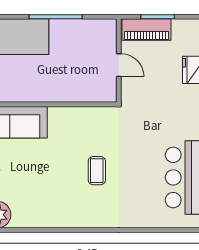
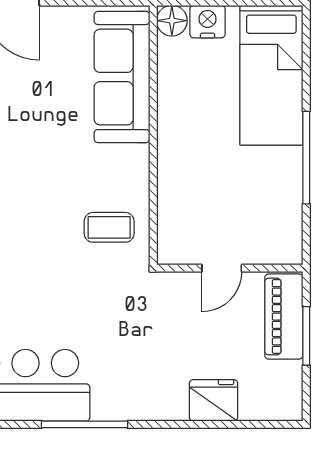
coffee table: (97, 171) -> (109, 227), moved

